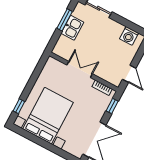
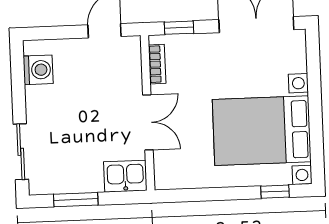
kitchen sink: (72, 28) -> (125, 176), moved
double door: (80, 69) -> (148, 122), swing flipped

